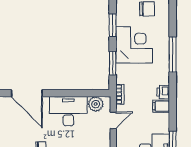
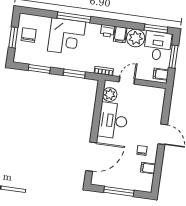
corner desk: (134, 45) -> (67, 37), moved, turned 180
door: (113, 120) -> (127, 80), hinge flipped
plant: (160, 123) -> (136, 38), added

